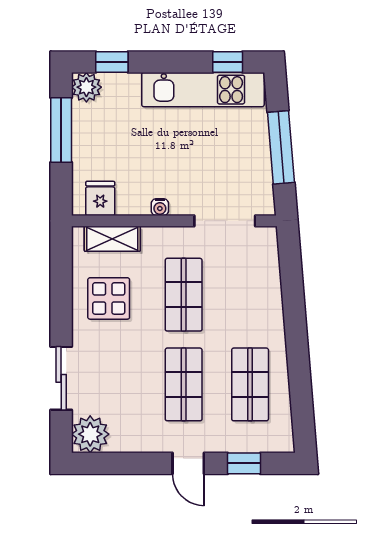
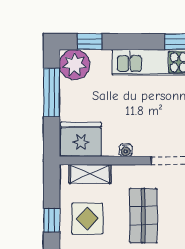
plant: (86, 87) -> (75, 65), width x1.36, depth x1.36
fridge: (100, 198) -> (81, 139), width x1.88, depth x1.34
window: (61, 300) -> (52, 220), added

